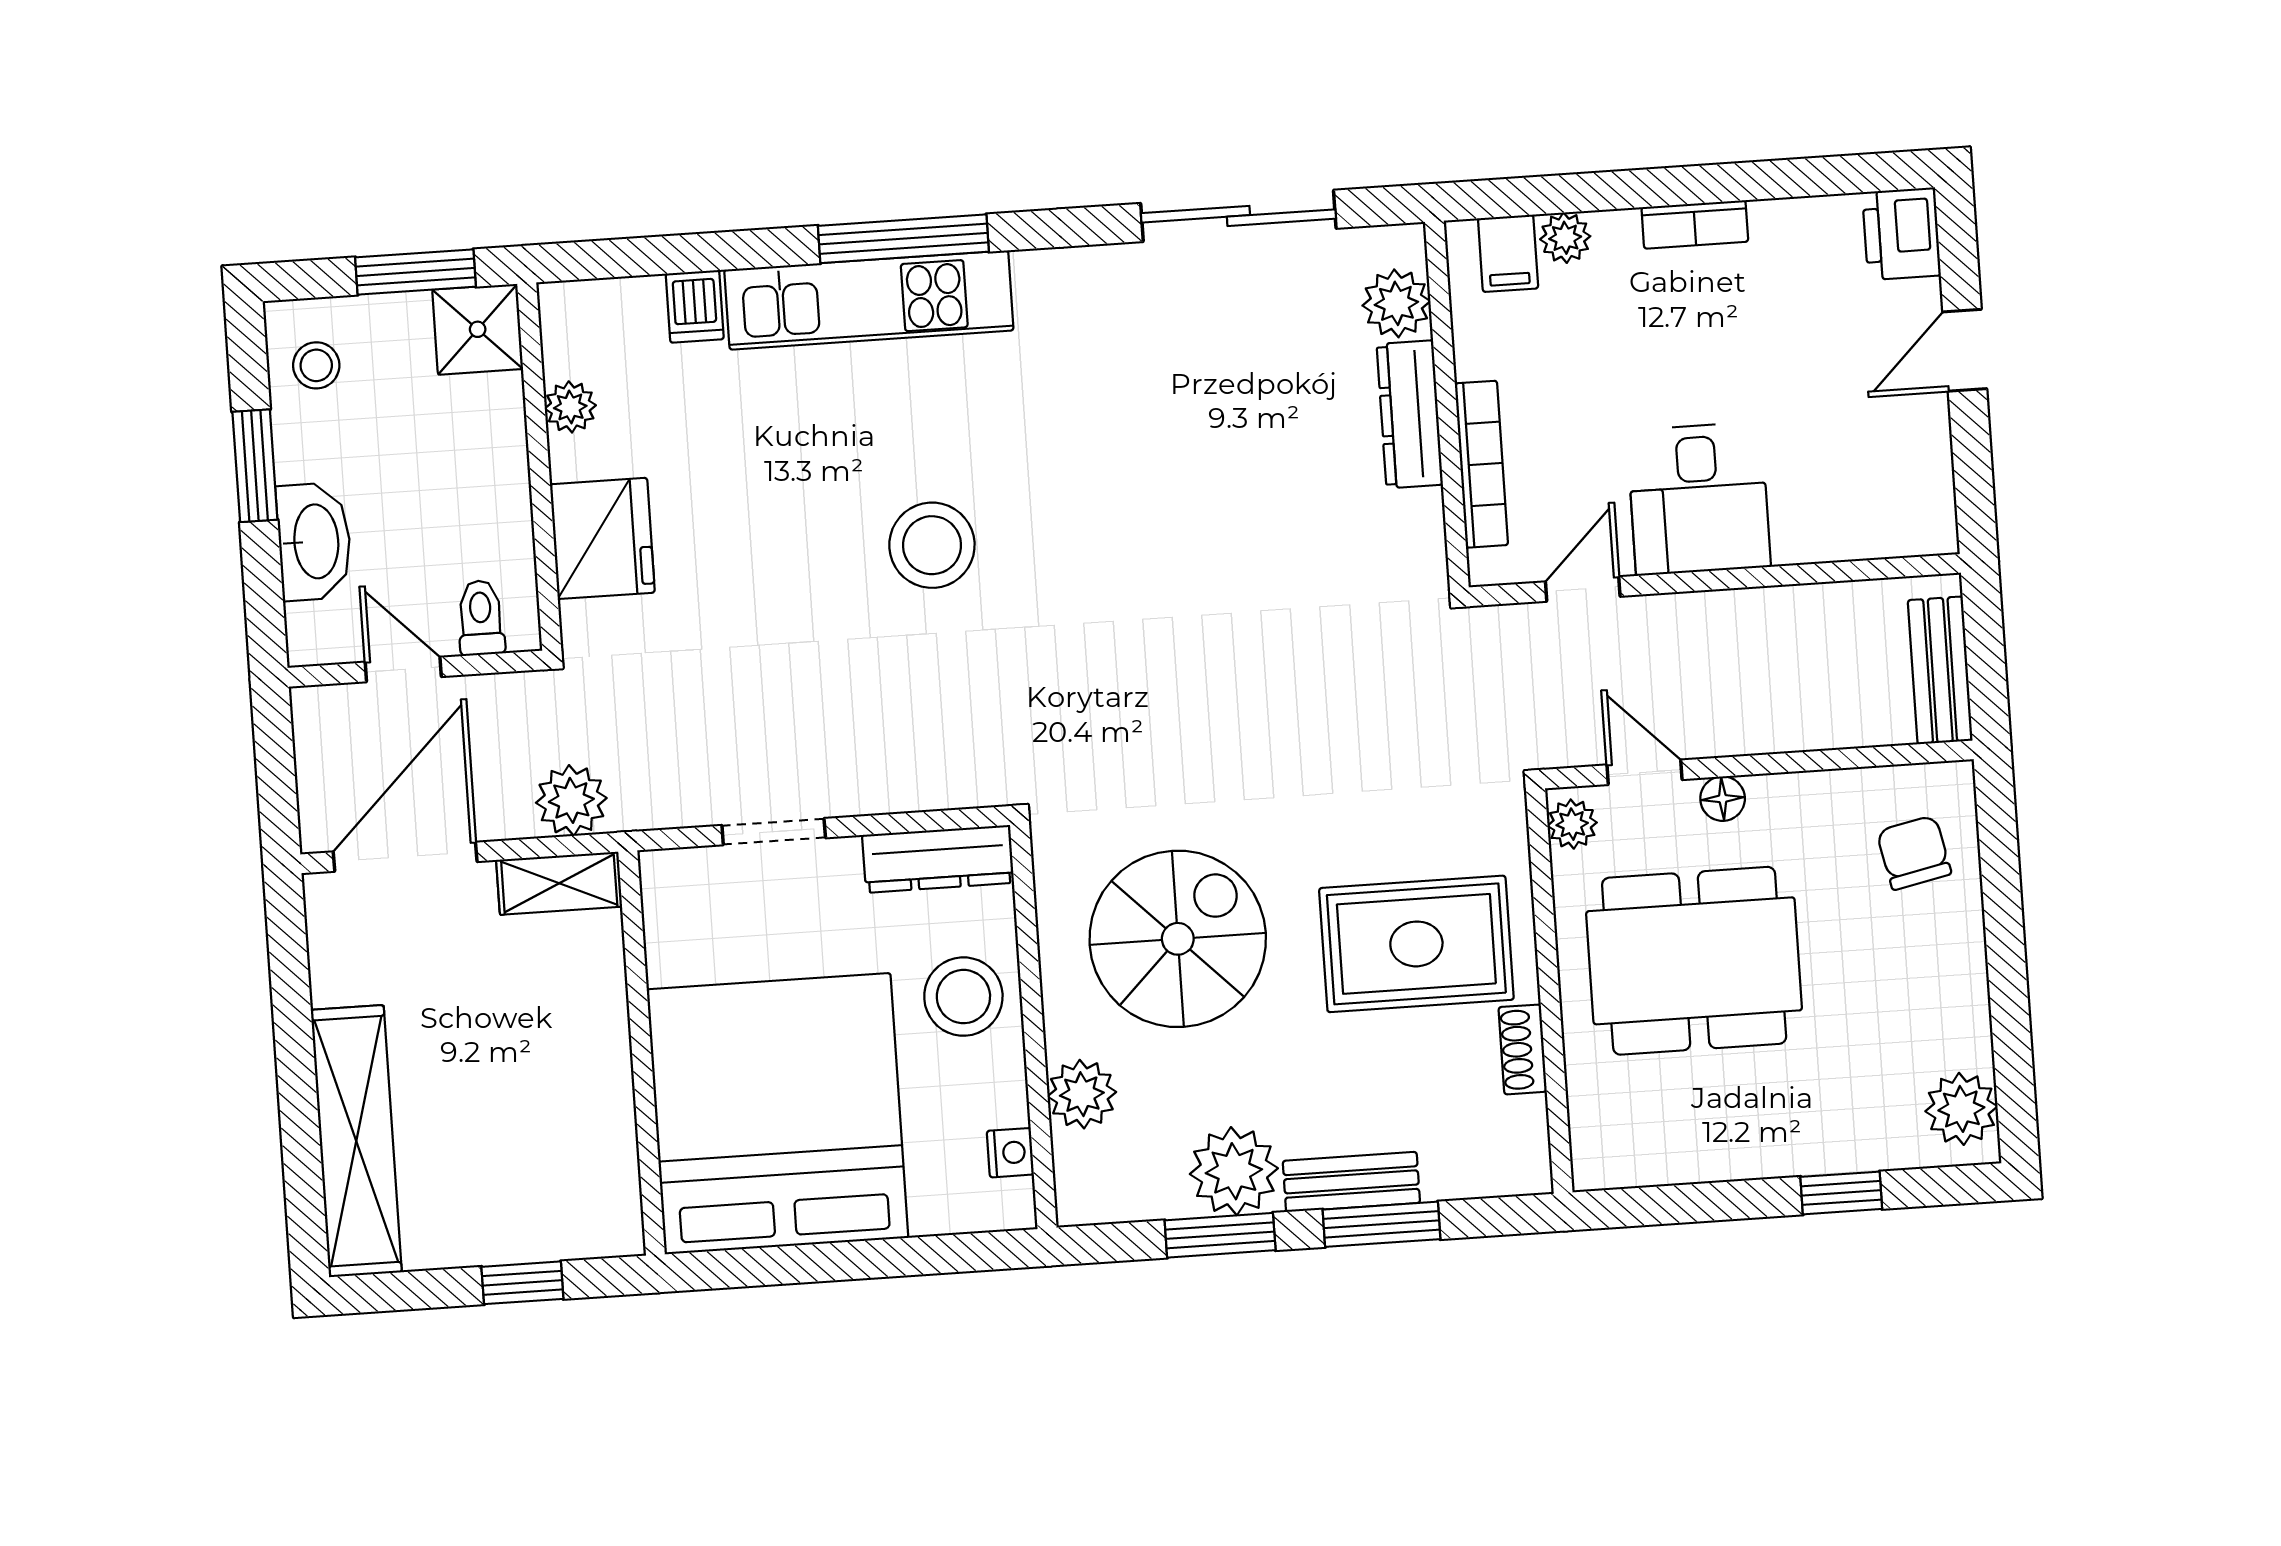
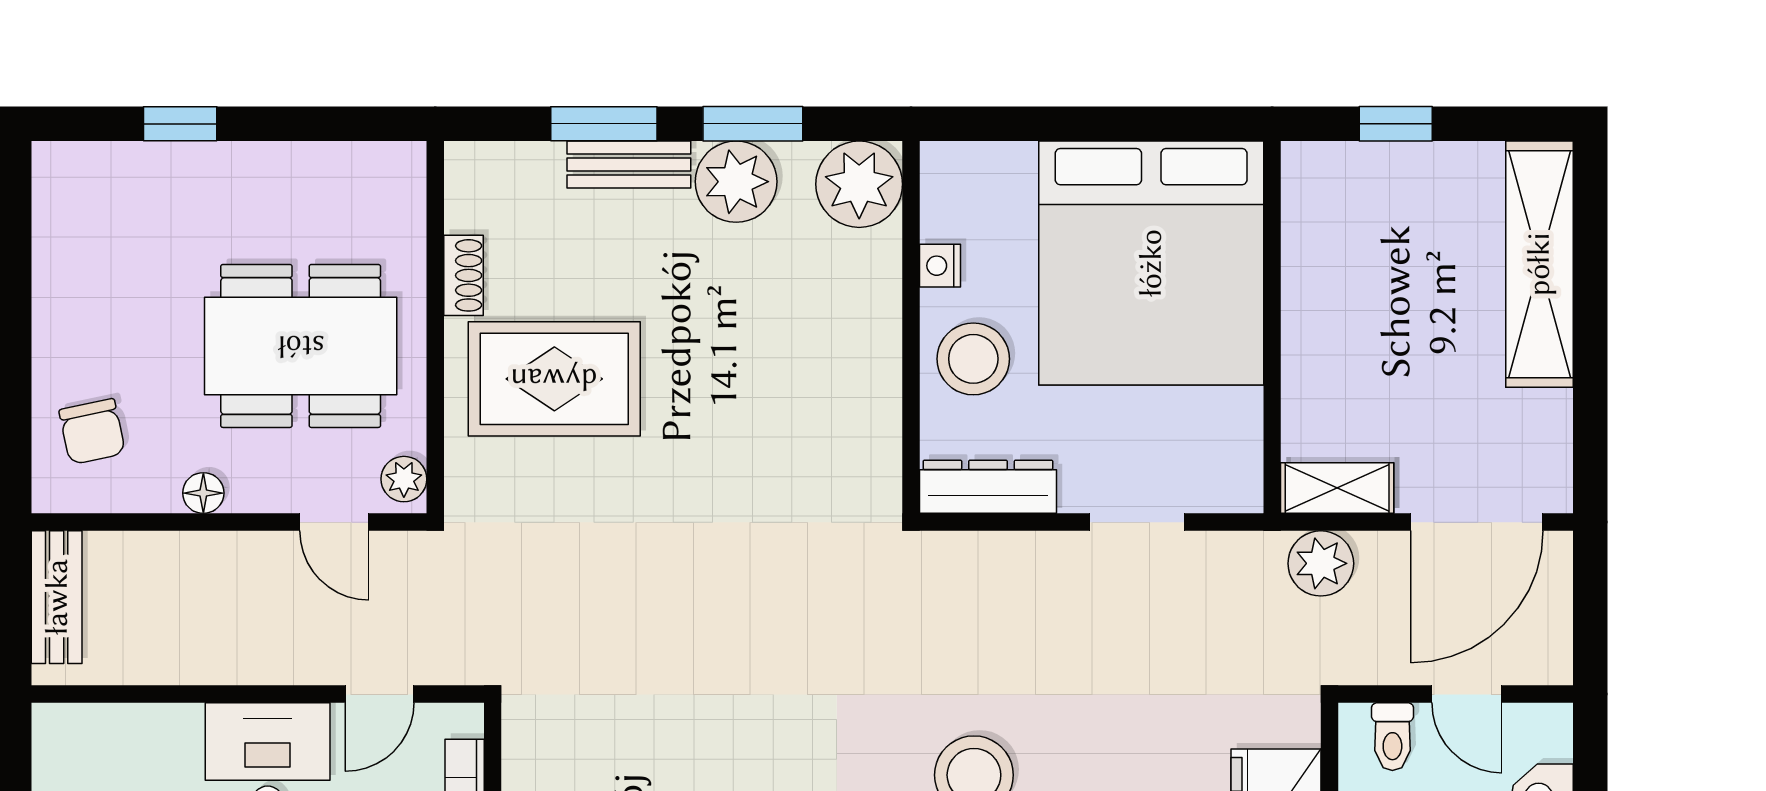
floor lamp: (1723, 799) -> (203, 493), moved
spiral stairs: (1178, 939) -> (773, 398), removed
plant: (1082, 1094) -> (859, 184), moved, width x1.36, depth x1.36
plant: (1961, 1109) -> (65, 193), removed
nightstand: (1010, 1153) -> (940, 266), moved

